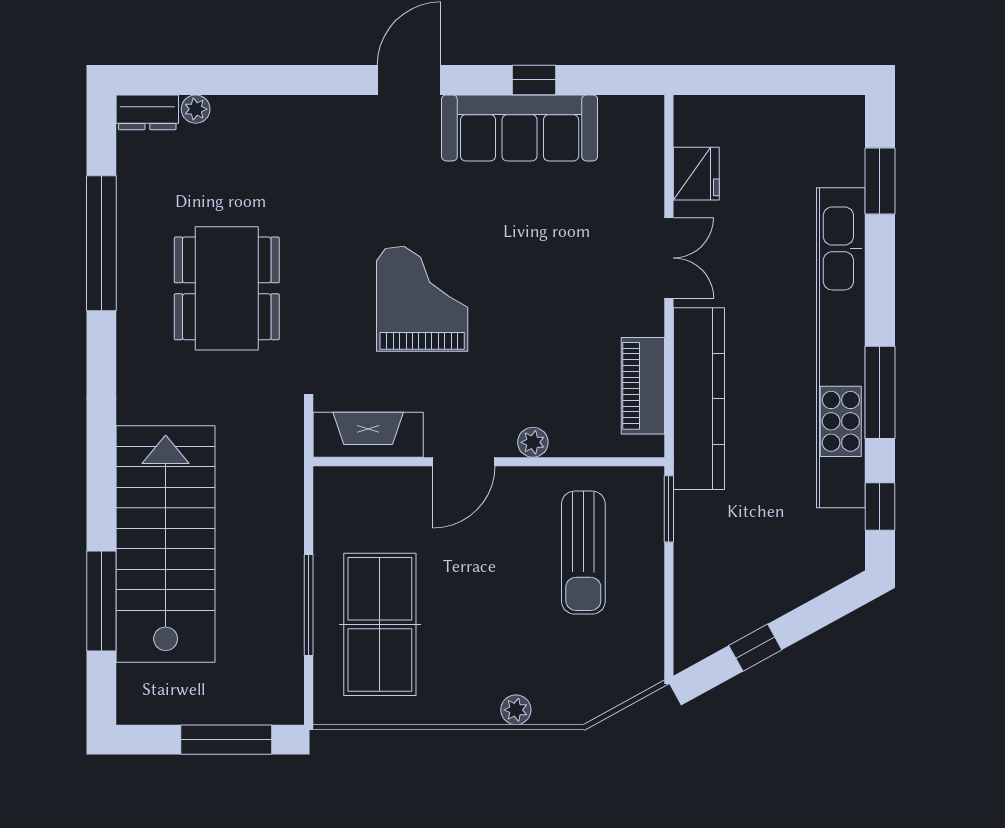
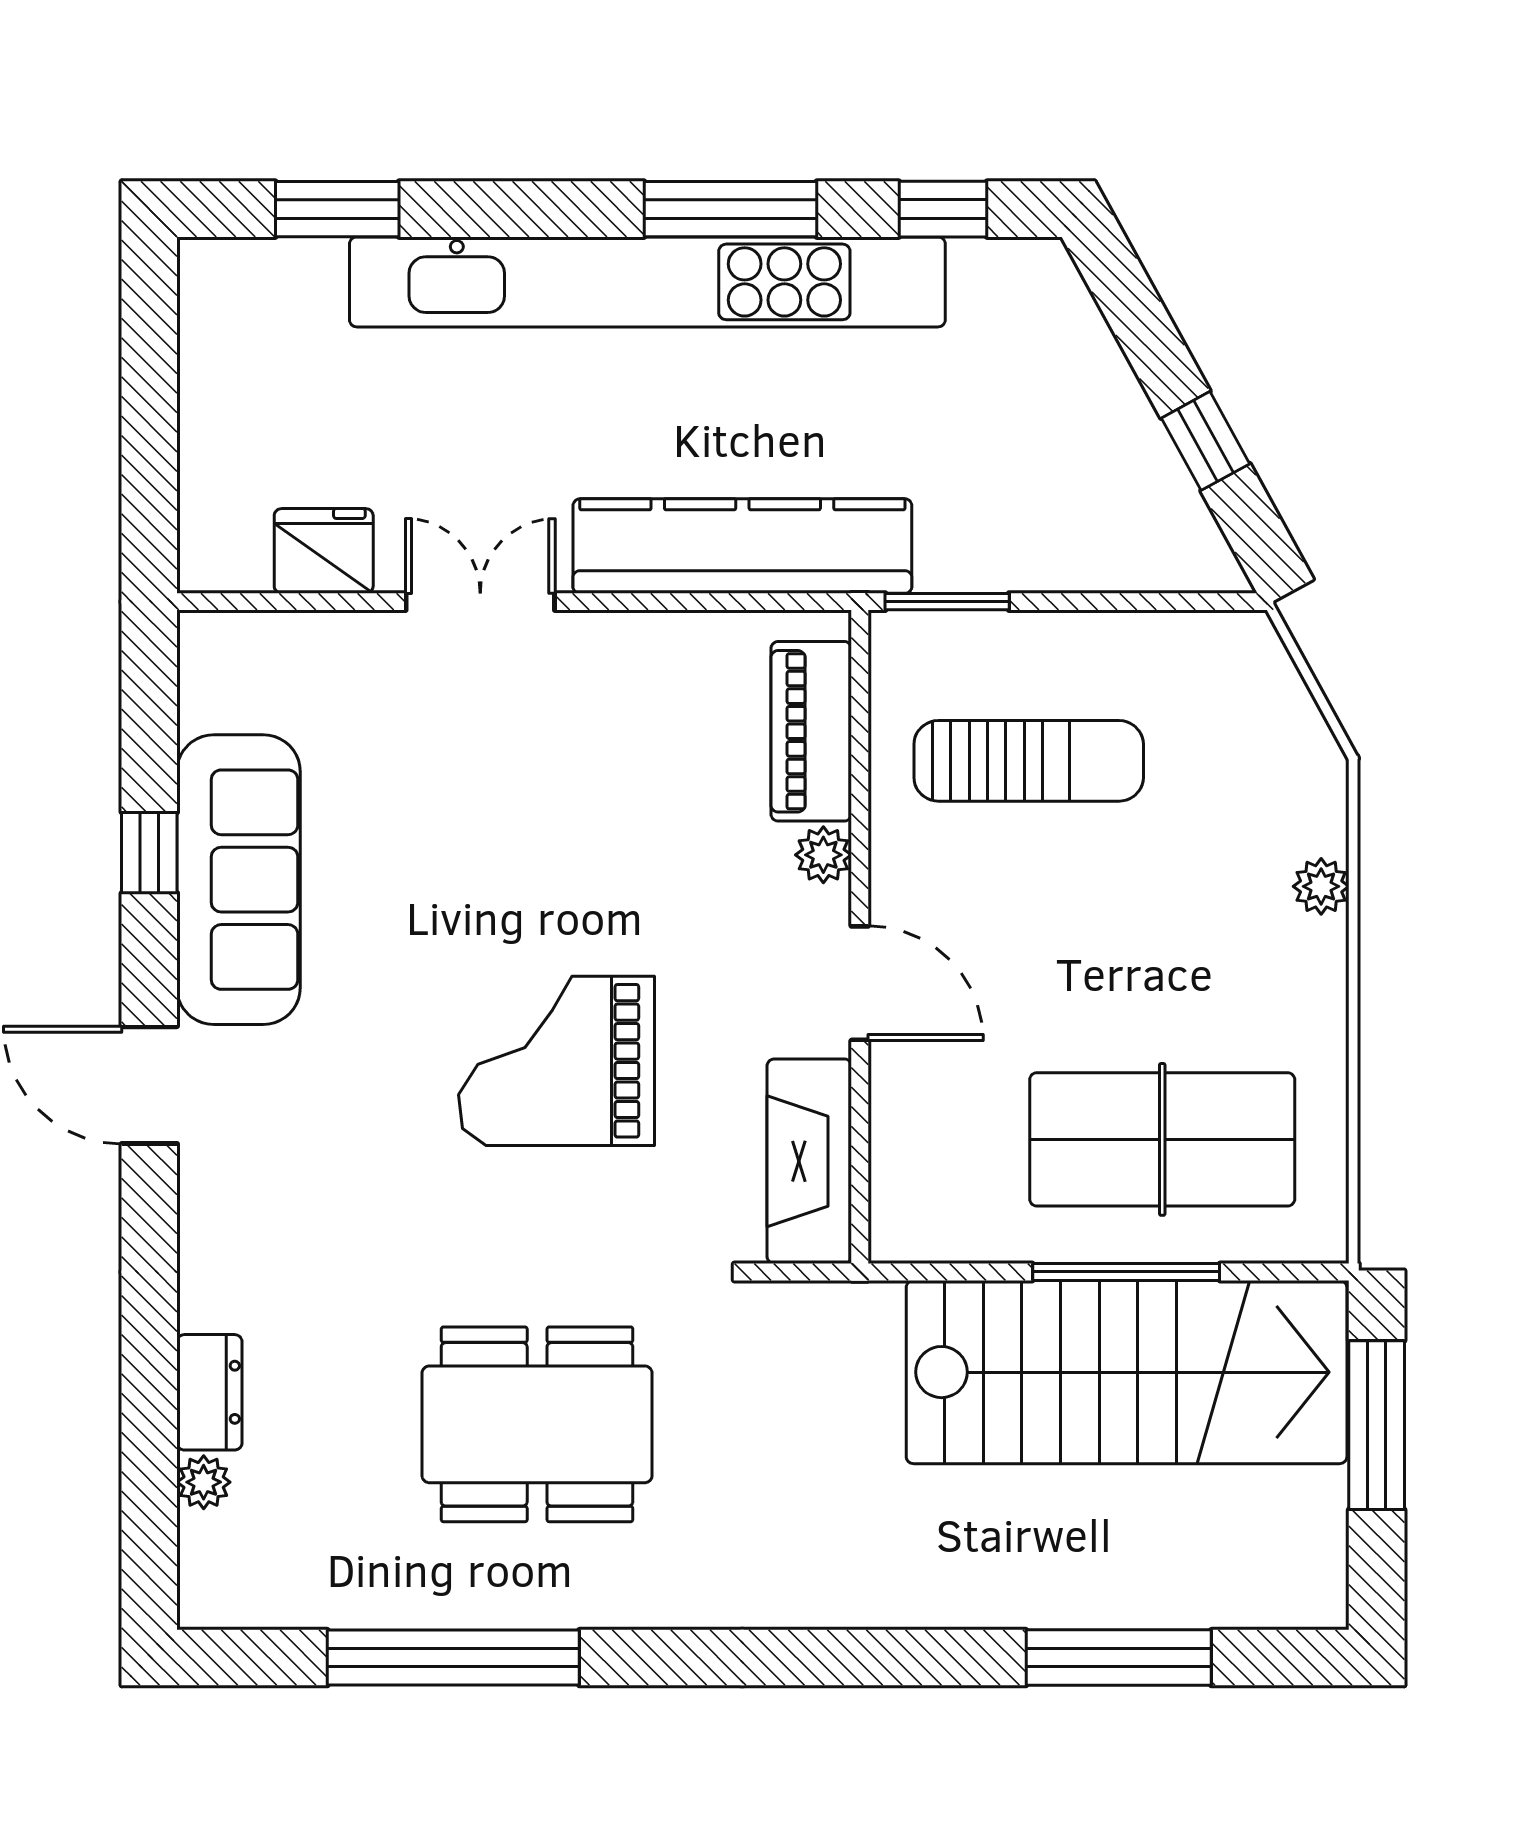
dresser: (147, 112) -> (209, 1392), moved
piano: (643, 386) -> (811, 731), moved, turned 90
stairs: (166, 544) -> (1127, 1372), moved, turned 180

